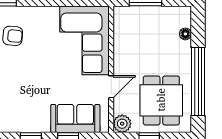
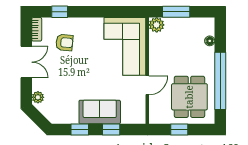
sofa: (75, 118) -> (100, 112), moved
plant: (122, 124) -> (157, 25), moved

